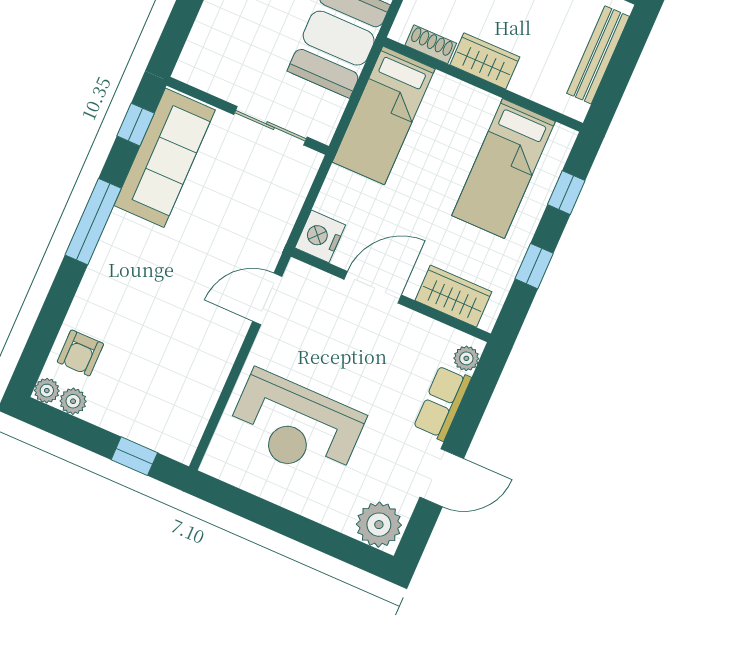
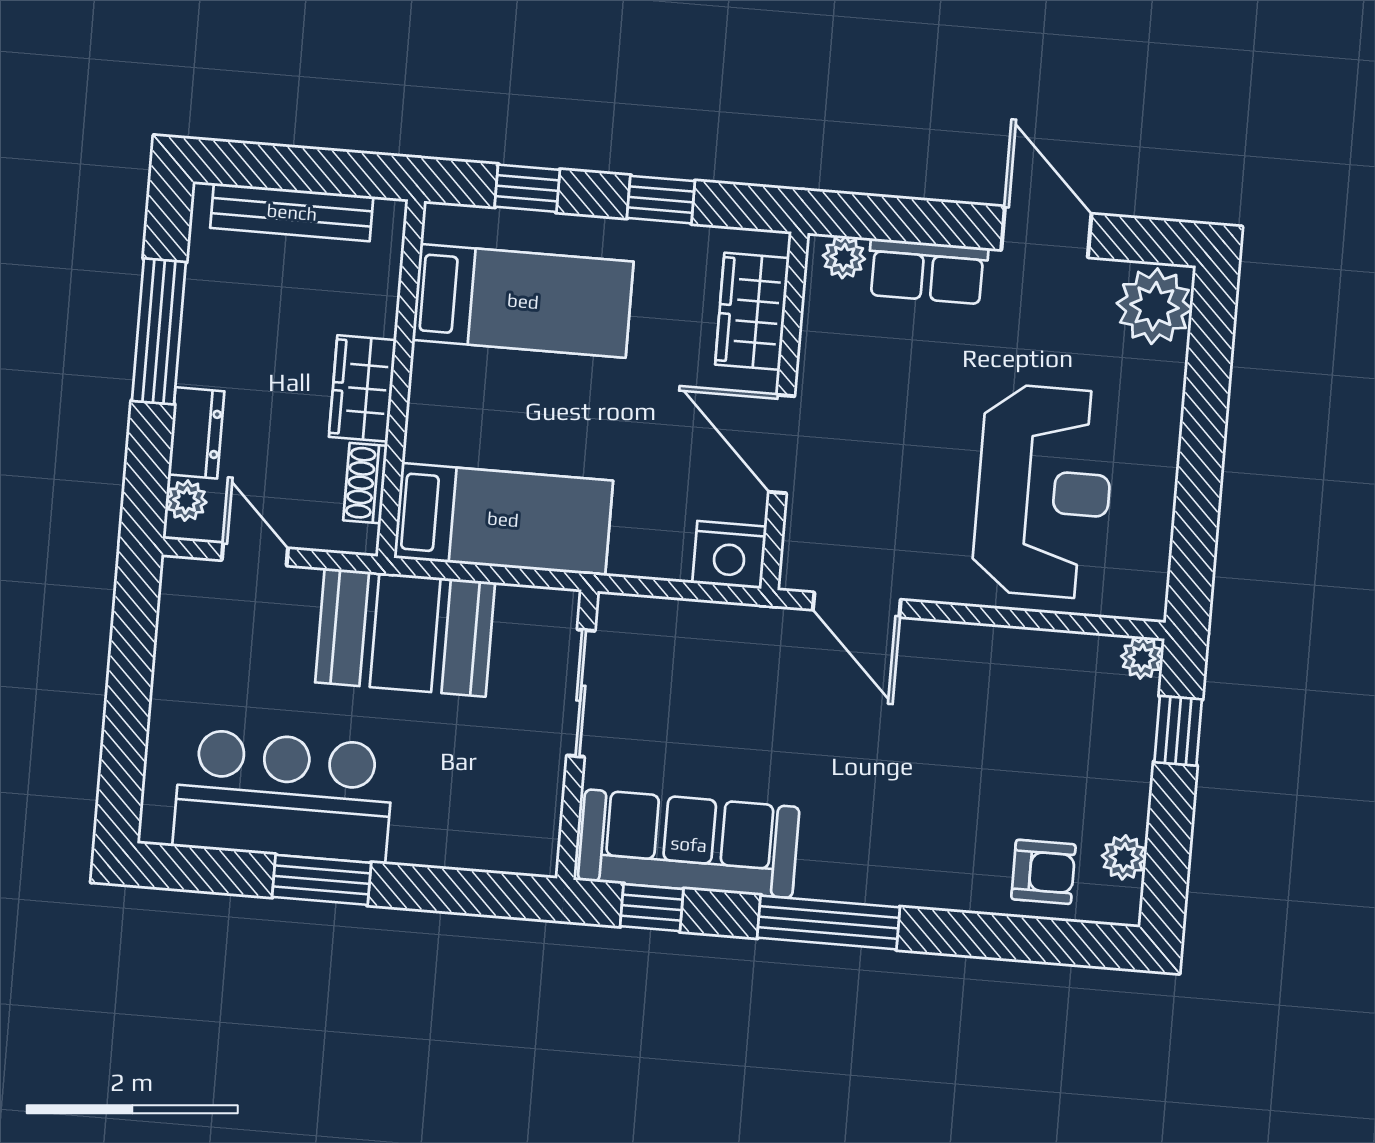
plant: (47, 391) -> (1142, 658), moved

